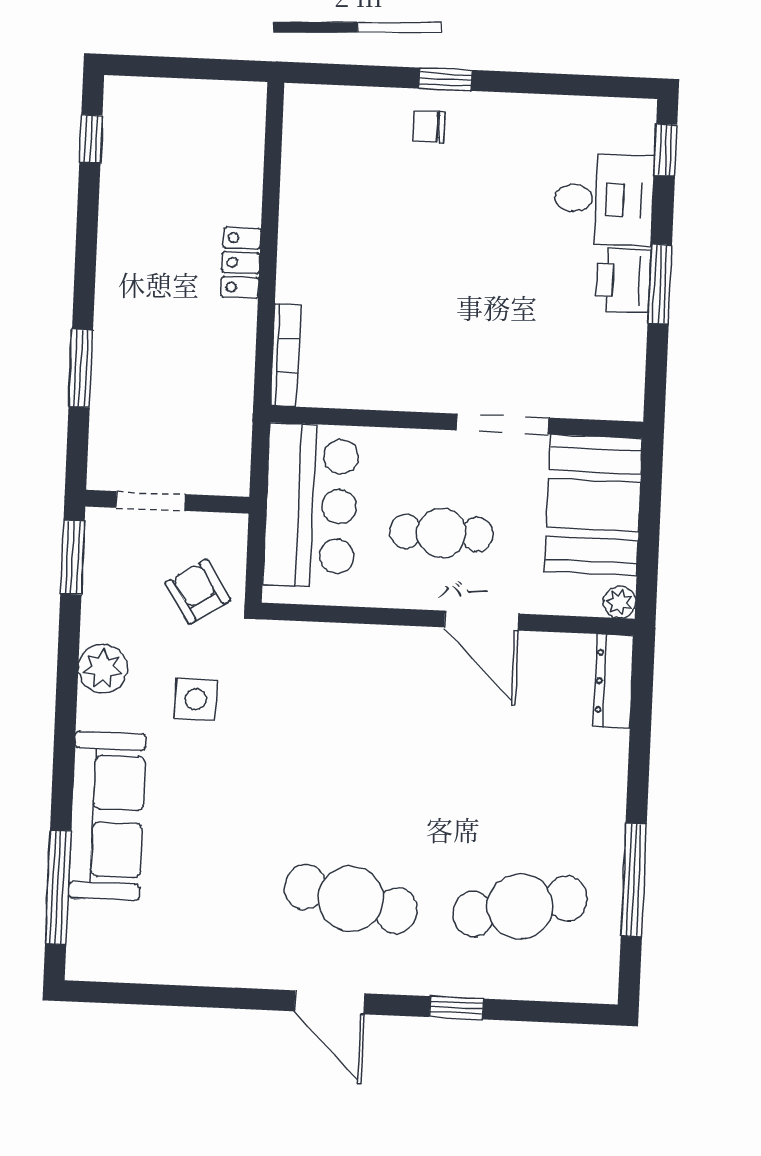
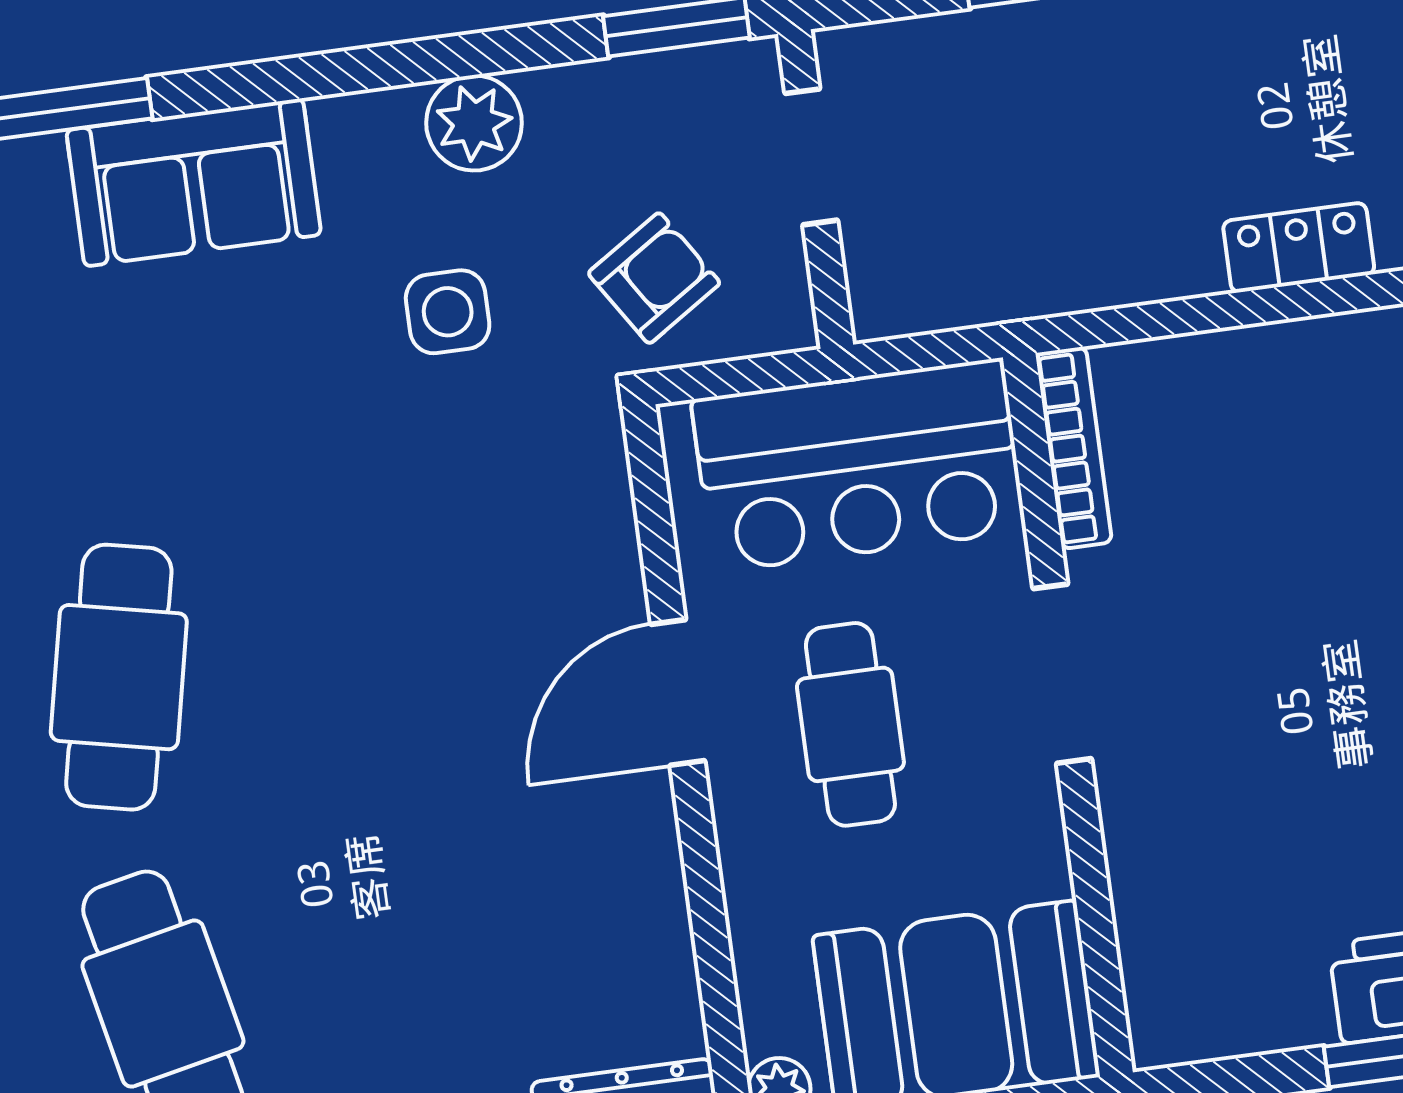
bookcase: (285, 355) -> (1074, 448), moved, turned -90
doorway: (503, 424) -> (1062, 674), moved
door: (482, 621) -> (678, 692), moved
sofa: (107, 816) -> (194, 182), width x0.73

